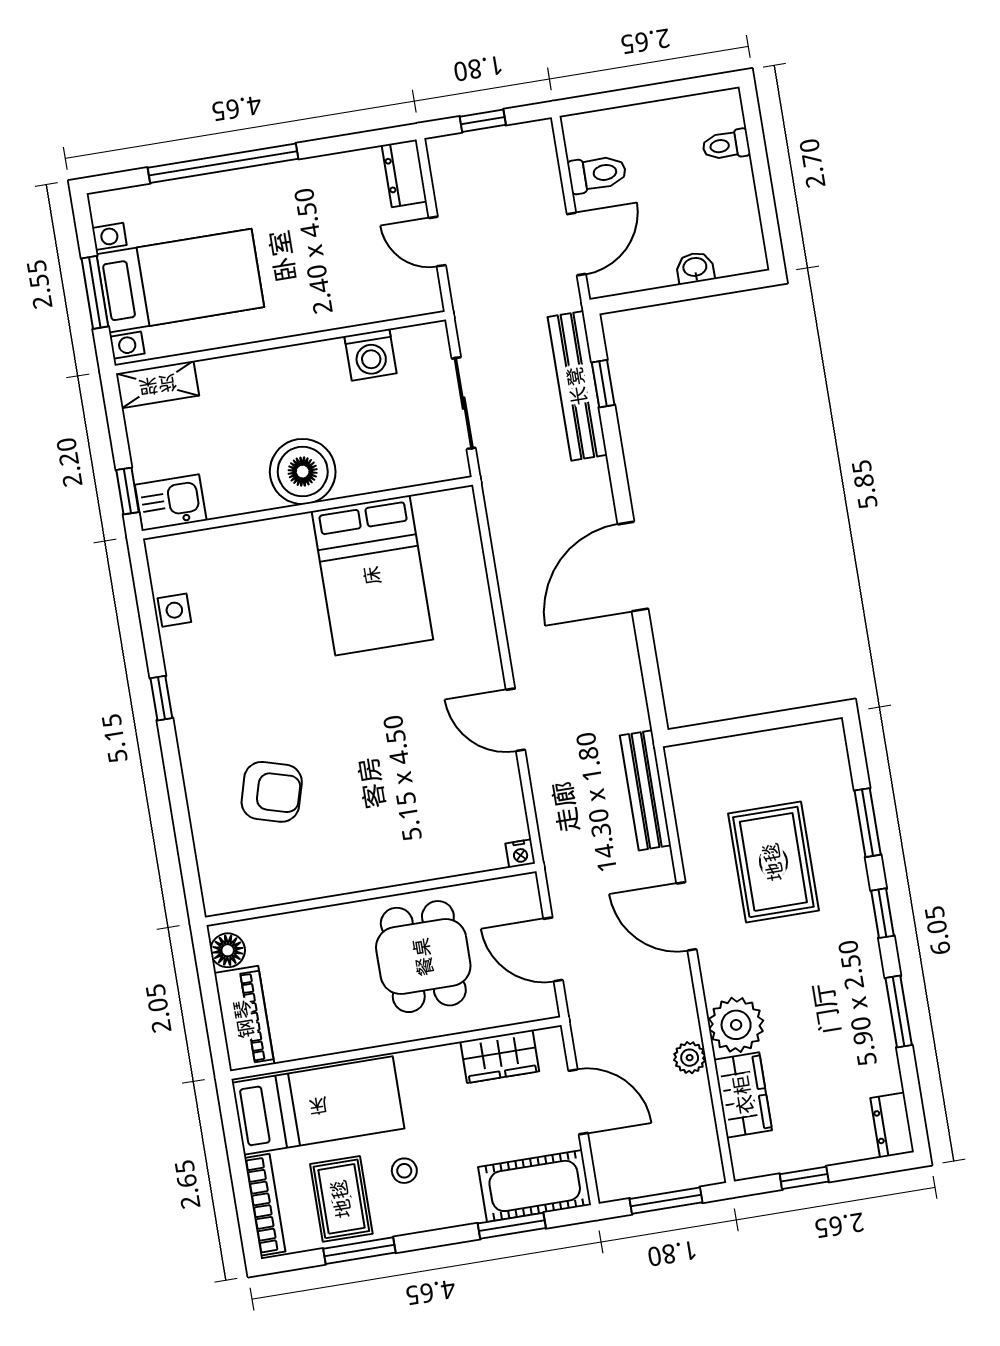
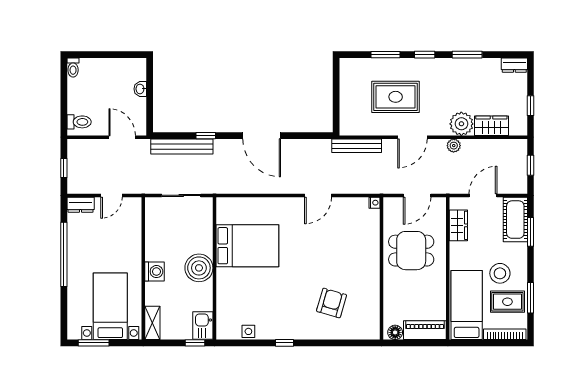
toilet: (726, 145) -> (73, 67), moved
window: (223, 163) -> (64, 254), moved
toilet: (597, 174) -> (79, 122), moved, turned 90
window: (95, 292) -> (94, 343), moved
washing machine: (370, 355) -> (155, 272), moved
window: (603, 384) -> (206, 136), moved
plant: (690, 1058) -> (454, 146), moved
stool: (404, 1171) -> (500, 273), width x1.89, depth x1.89
window: (666, 1201) -> (530, 165), width x0.67

